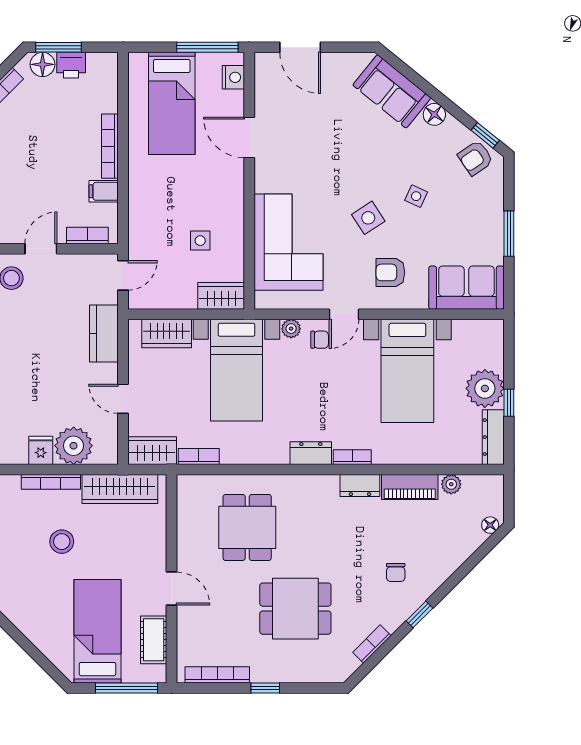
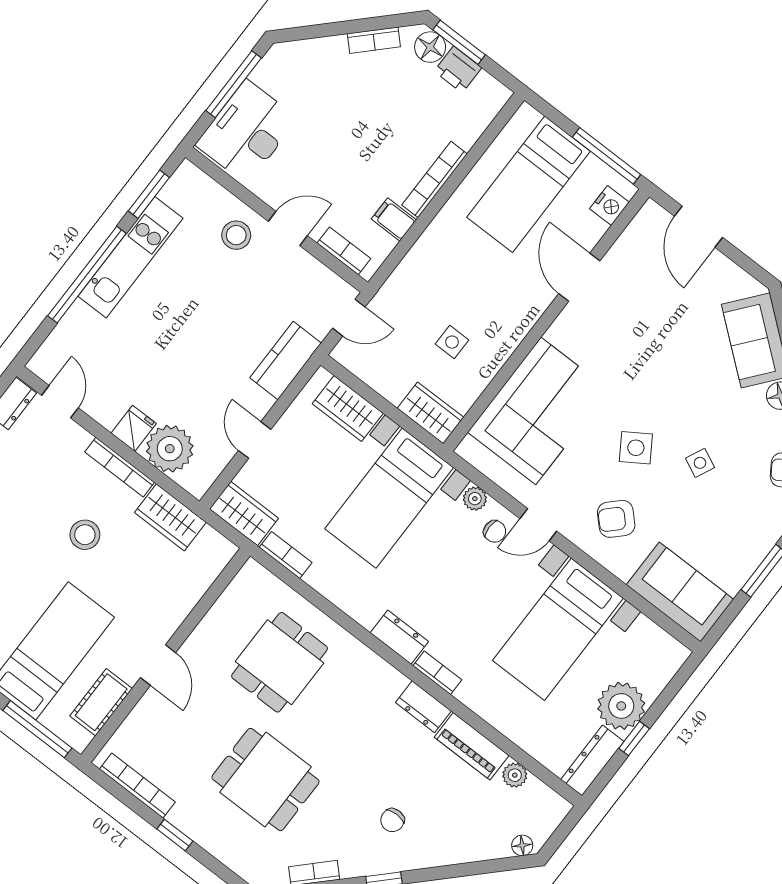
armchair: (390, 272) -> (616, 519), turned -45
wardrobe: (120, 489) -> (170, 517), width x0.67

